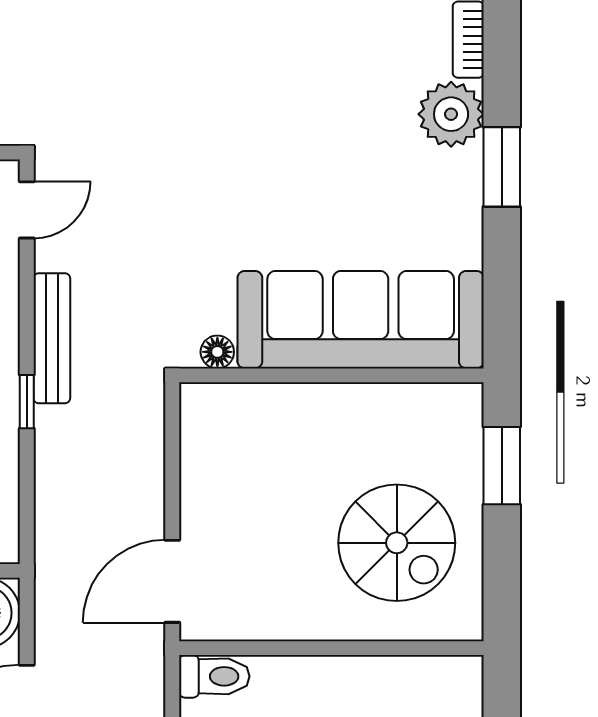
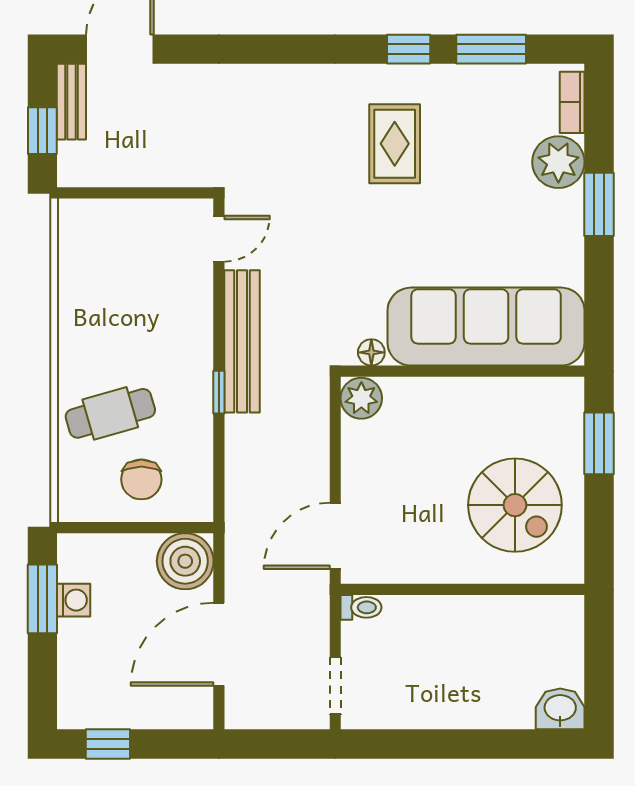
rug: (246, 91) -> (395, 144), added
bench: (52, 338) -> (242, 341), width x1.37, depth x1.21
plant: (205, 409) -> (361, 398), added
toilet: (214, 676) -> (361, 607), width x0.73, depth x0.72

